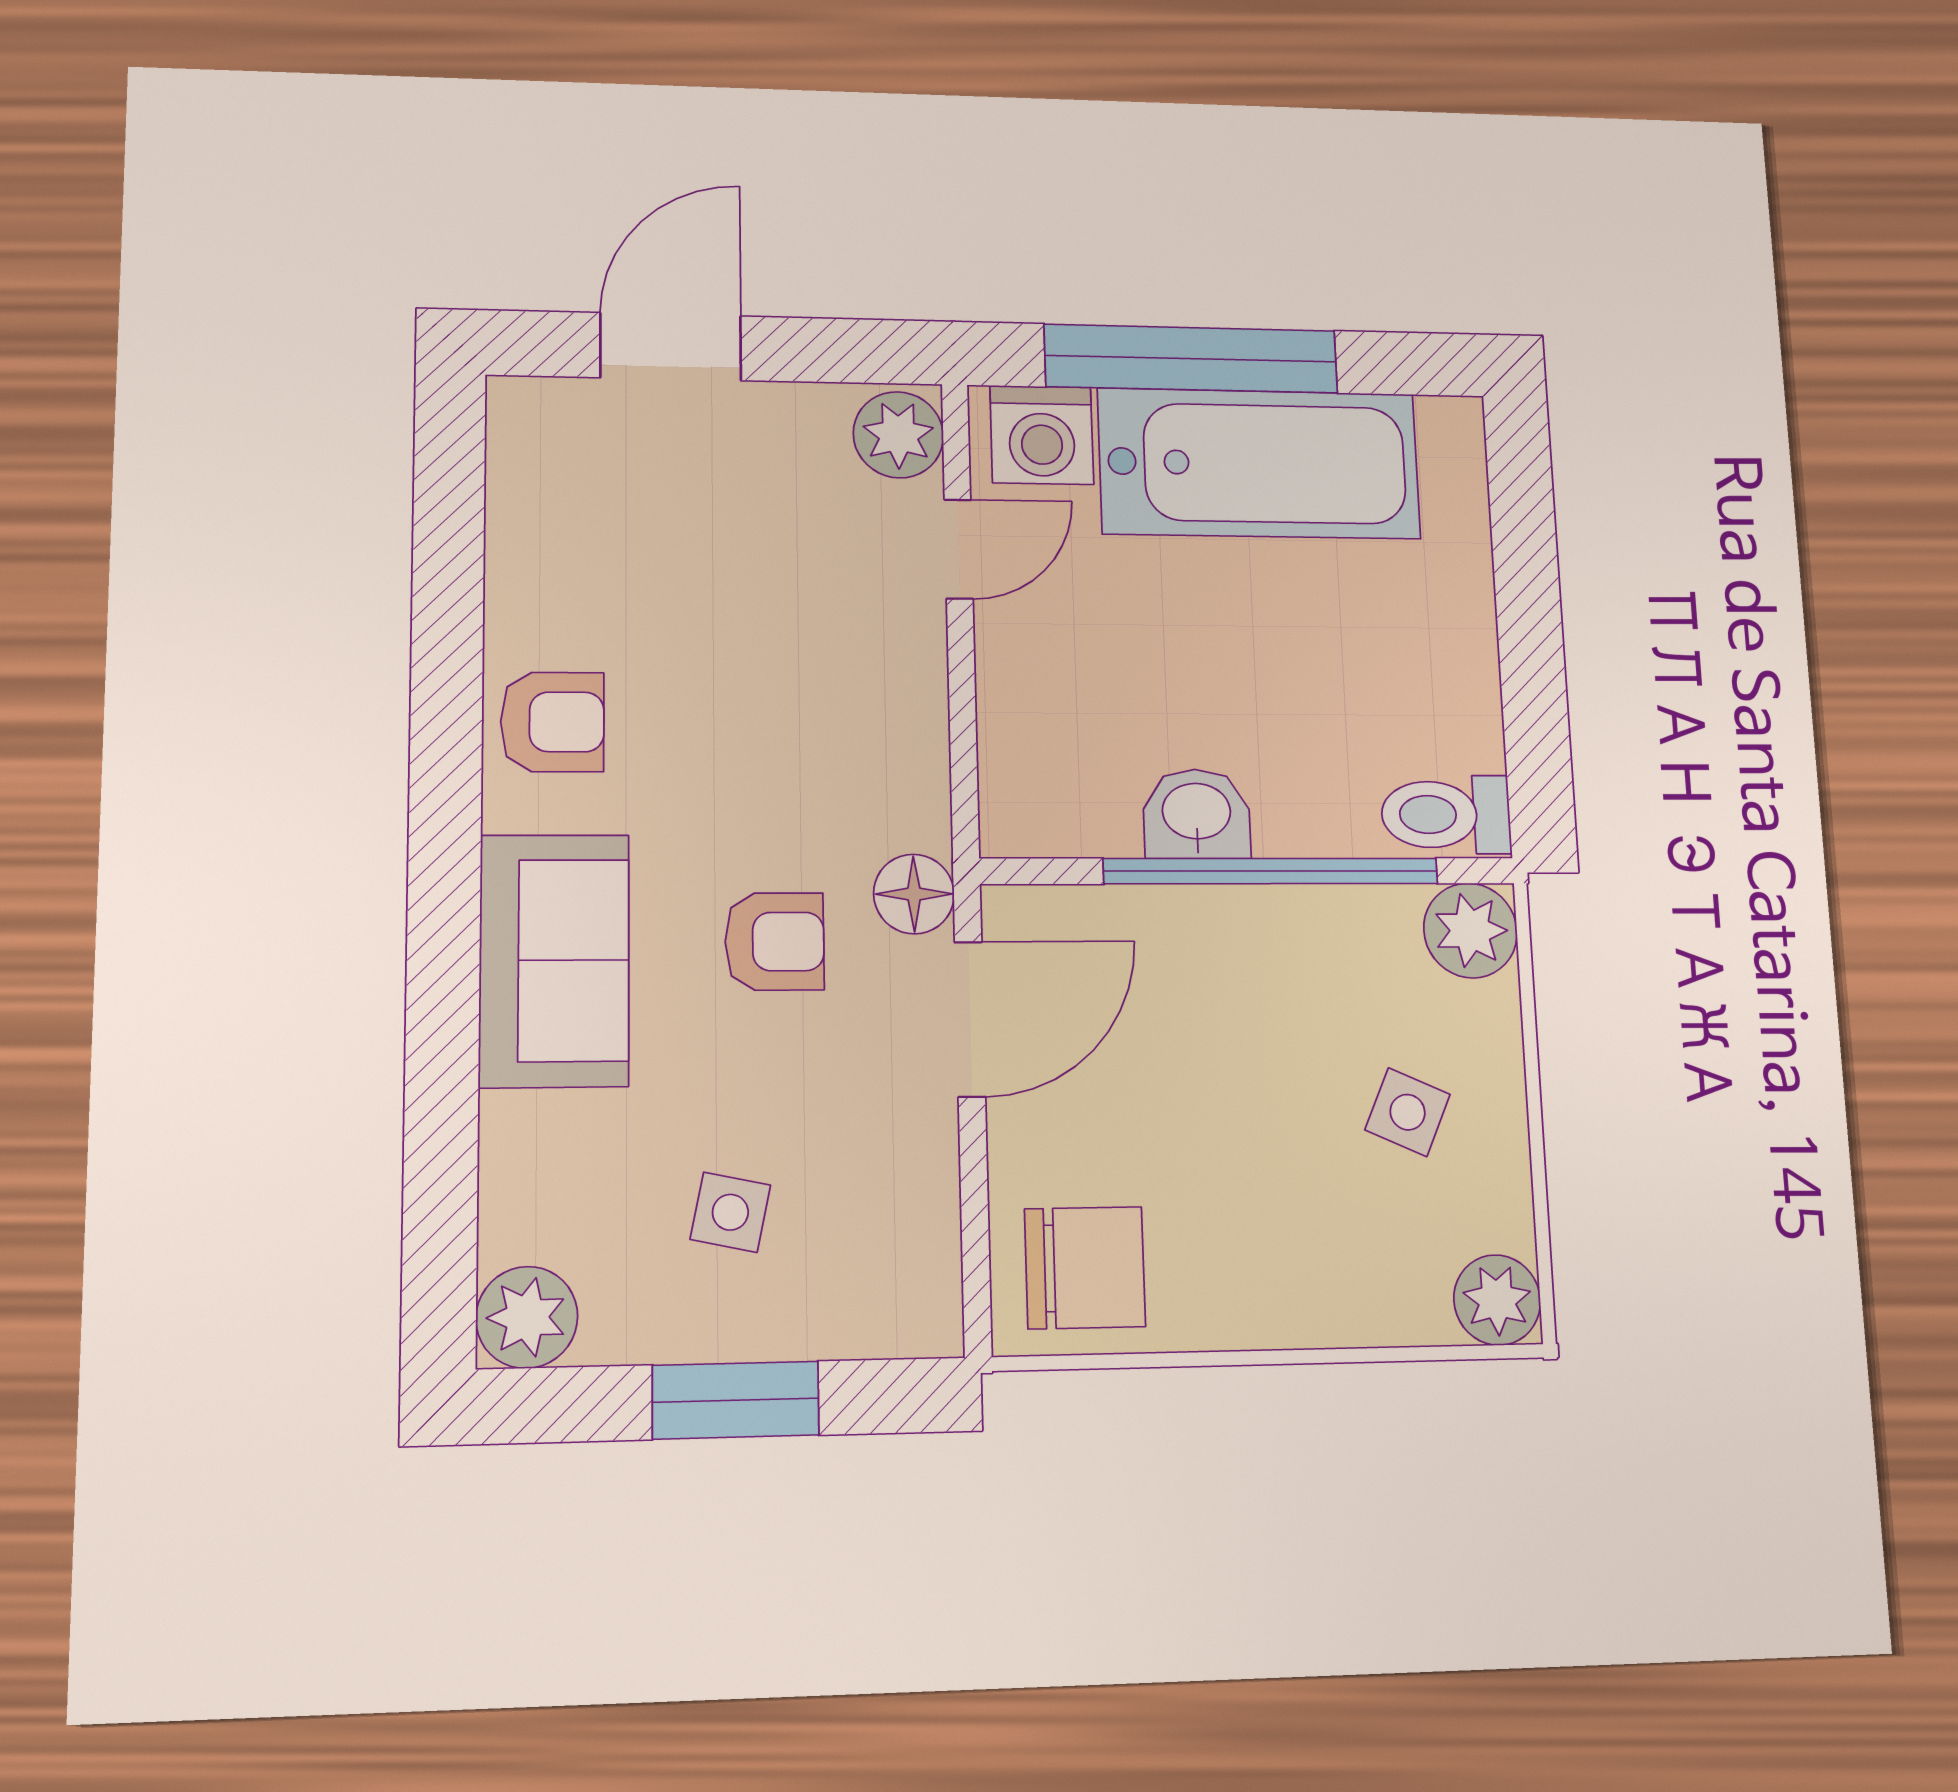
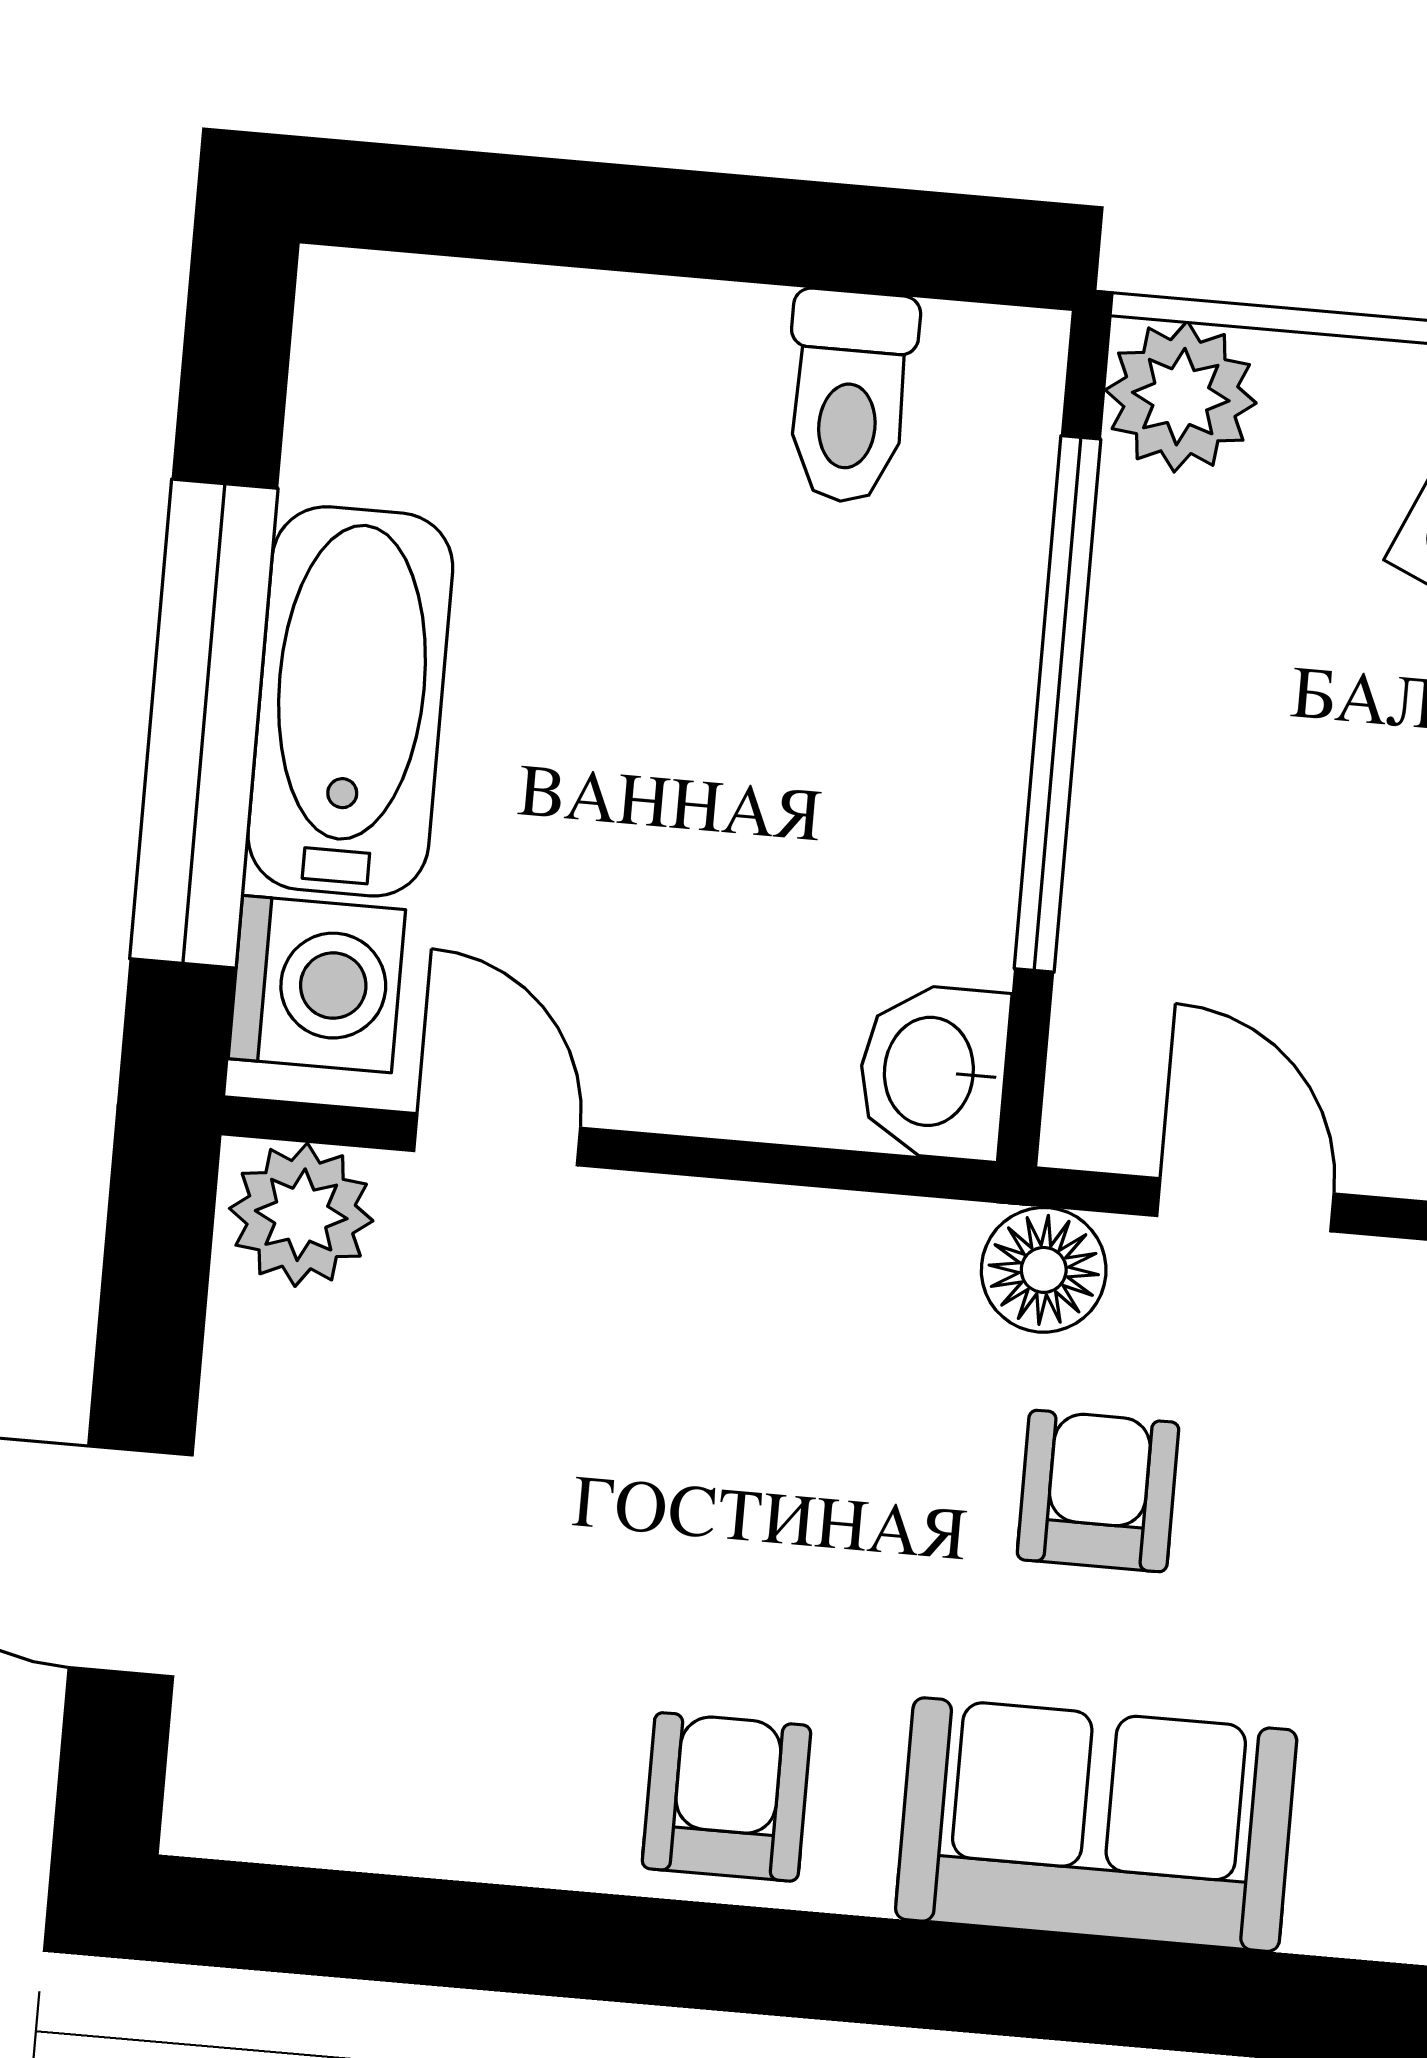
bathtub: (1259, 463) -> (350, 701), width x0.73, depth x0.73
washbasin: (1197, 814) -> (933, 1072), moved
toilet: (1446, 815) -> (849, 397), moved
door: (970, 1019) -> (1245, 1205), width x0.73

